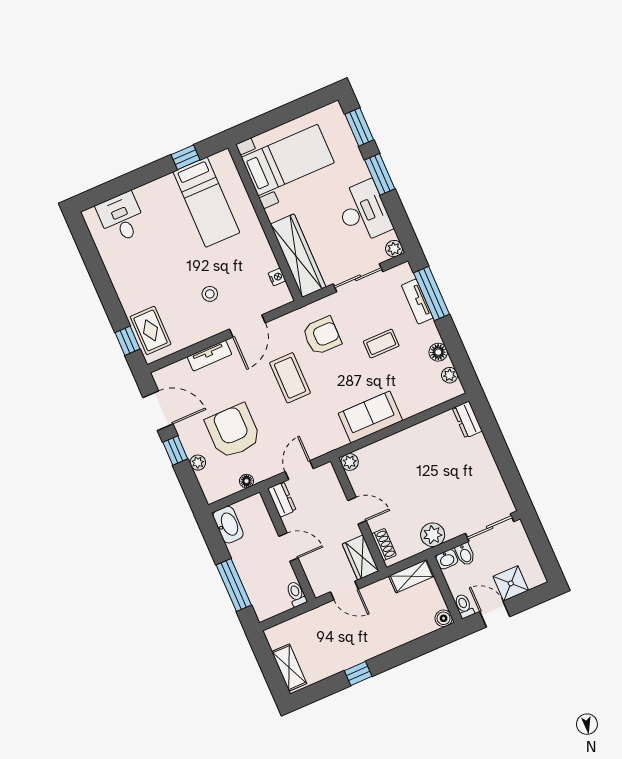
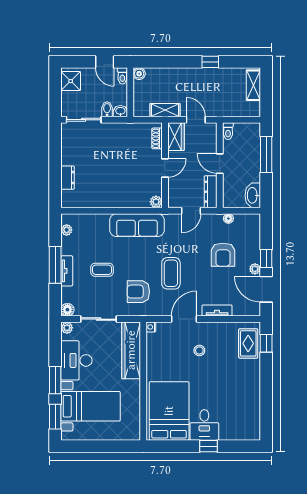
window: (185, 157) -> (208, 446), moved
bed with nightstands: (288, 160) -> (91, 406), moved, turned 180
bed: (206, 202) -> (169, 411), width x1.50
desk: (121, 218) -> (204, 425), moved
nightstand: (277, 277) -> (151, 327), moved
window: (432, 293) -> (55, 265), moved
tv unit: (417, 302) -> (67, 271), moved
floor lamp: (438, 352) -> (67, 310), moved
sofa: (370, 417) -> (137, 225), width x1.36
dresser: (467, 420) -> (68, 178), moved
armchair: (233, 431) -> (223, 255), width x0.73, depth x0.73
plant: (198, 463) -> (255, 269), moved
dresser: (282, 499) -> (211, 192), width x1.44
door: (357, 511) -> (165, 168), swing flipped
plant: (433, 535) -> (123, 131), removed
shelving: (411, 576) -> (165, 110), moved
shower: (511, 583) -> (71, 81), moved

